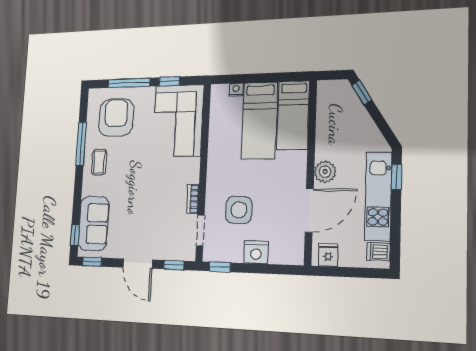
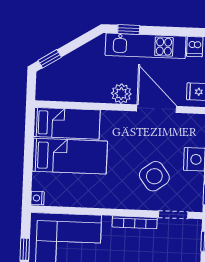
nightstand: (236, 90) -> (37, 198), moved
bookcase: (193, 199) -> (135, 222), width x1.56
side table: (239, 210) -> (154, 176), turned -36

